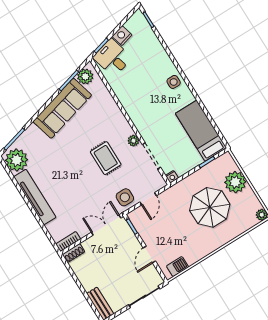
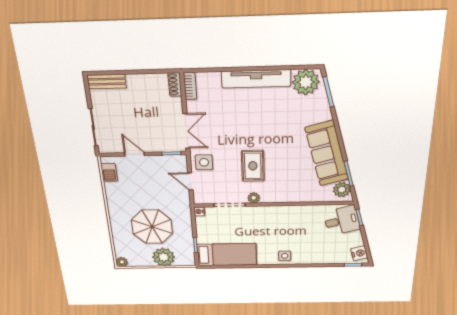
nightstand: (122, 36) -> (359, 253), moved
rug: (106, 158) -> (253, 166), turned 90

